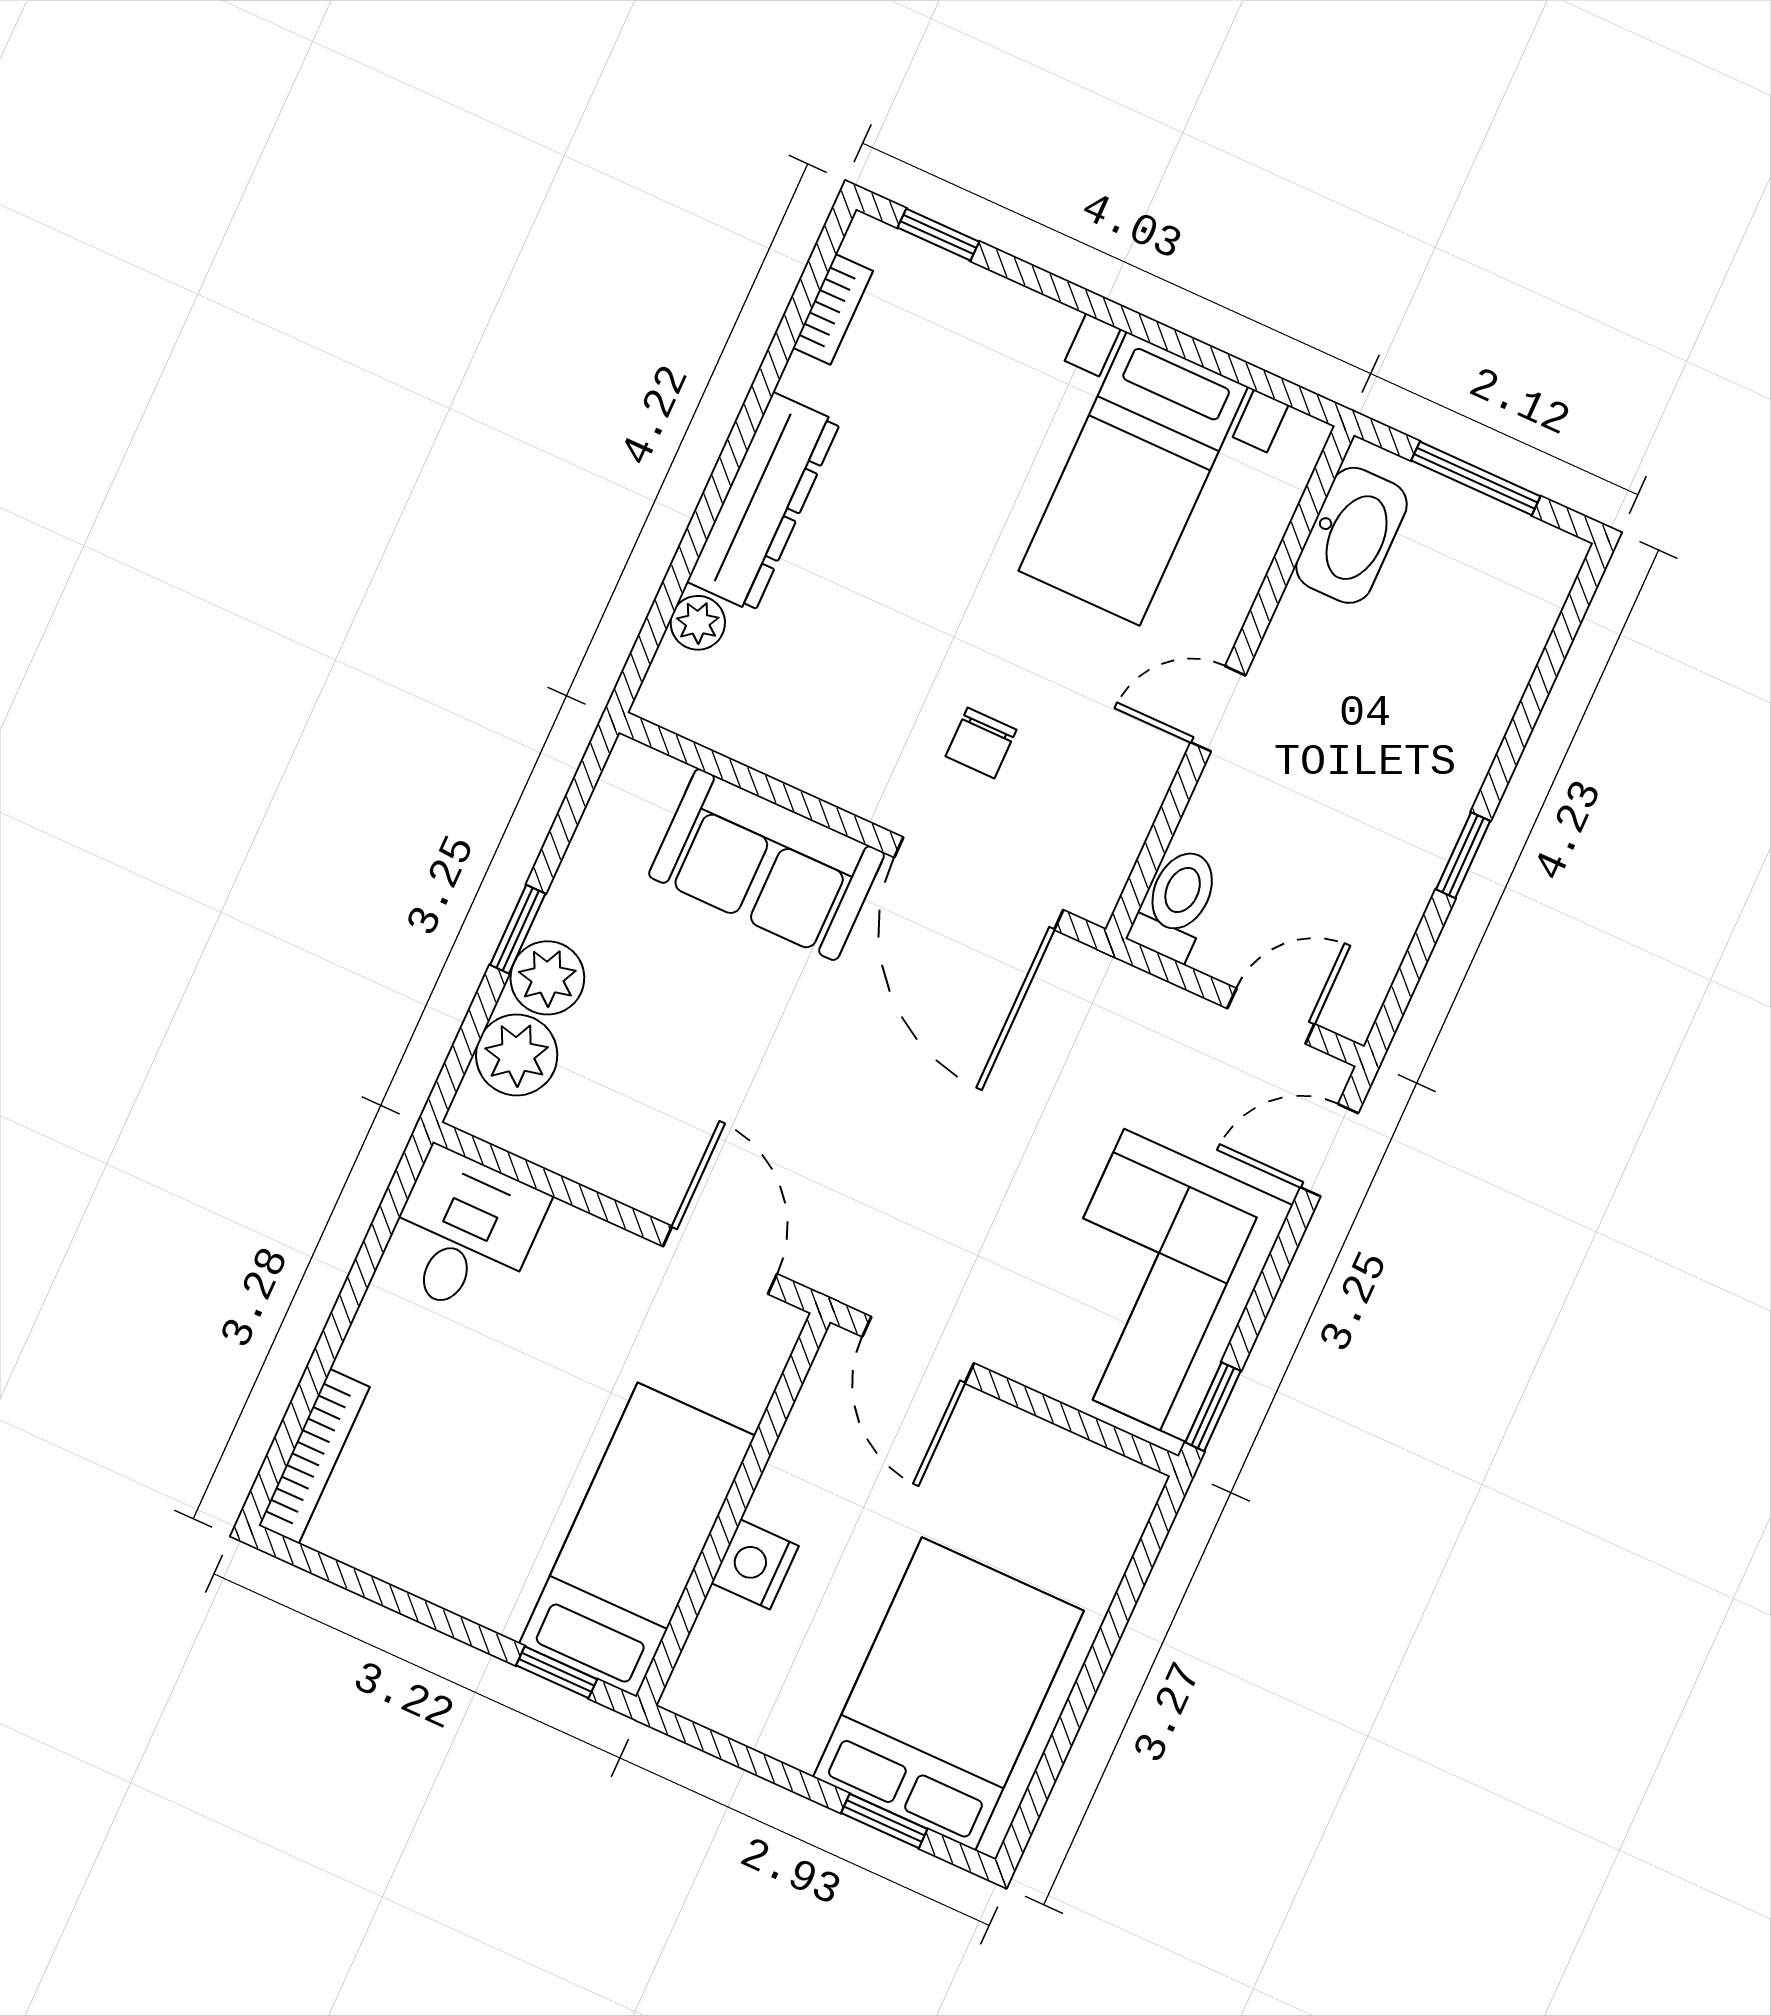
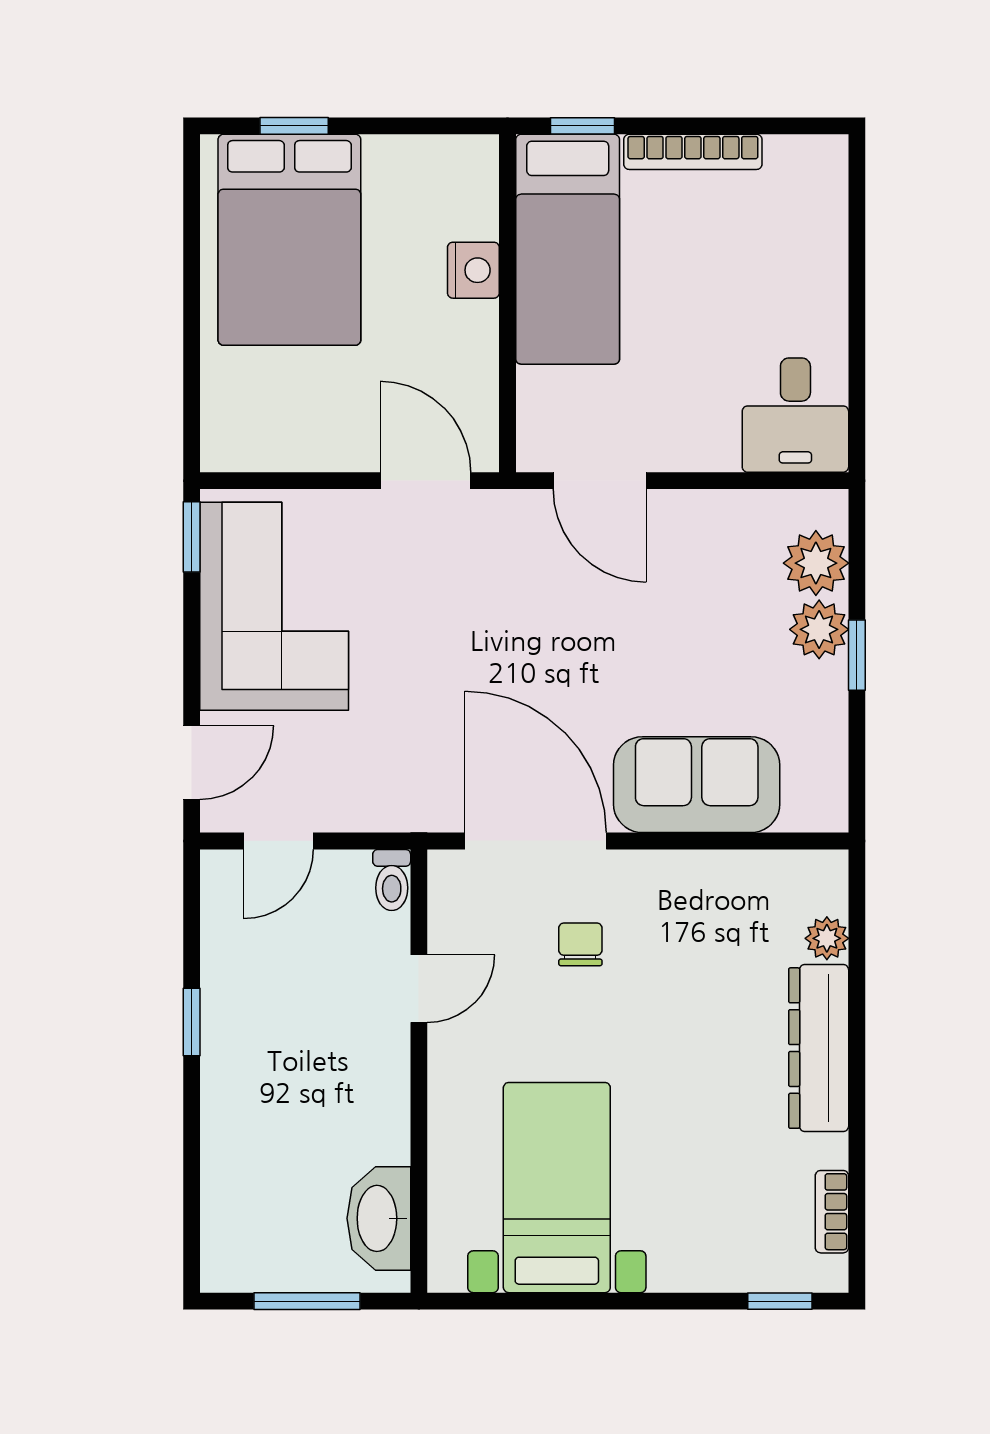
door: (1218, 709) -> (419, 989), moved
toilet: (1176, 904) -> (392, 880), width x0.73, depth x0.72
bookcase: (314, 1456) -> (693, 152), moved, turned -90

